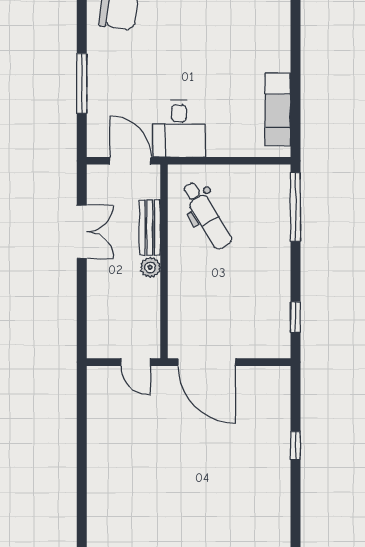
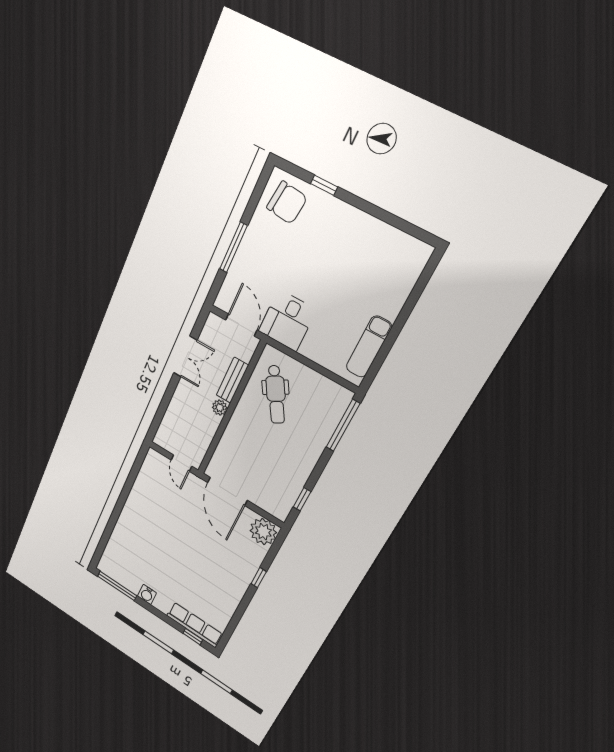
plant: (272, 384) -> (263, 532), added

